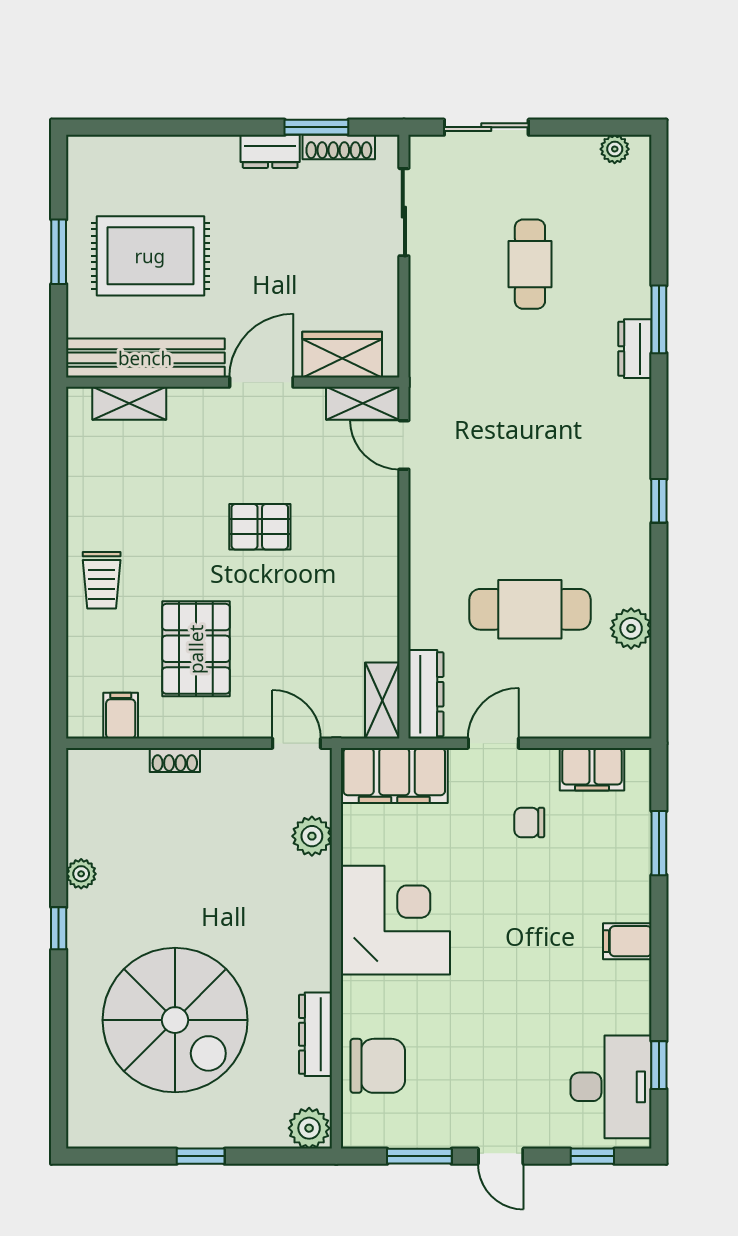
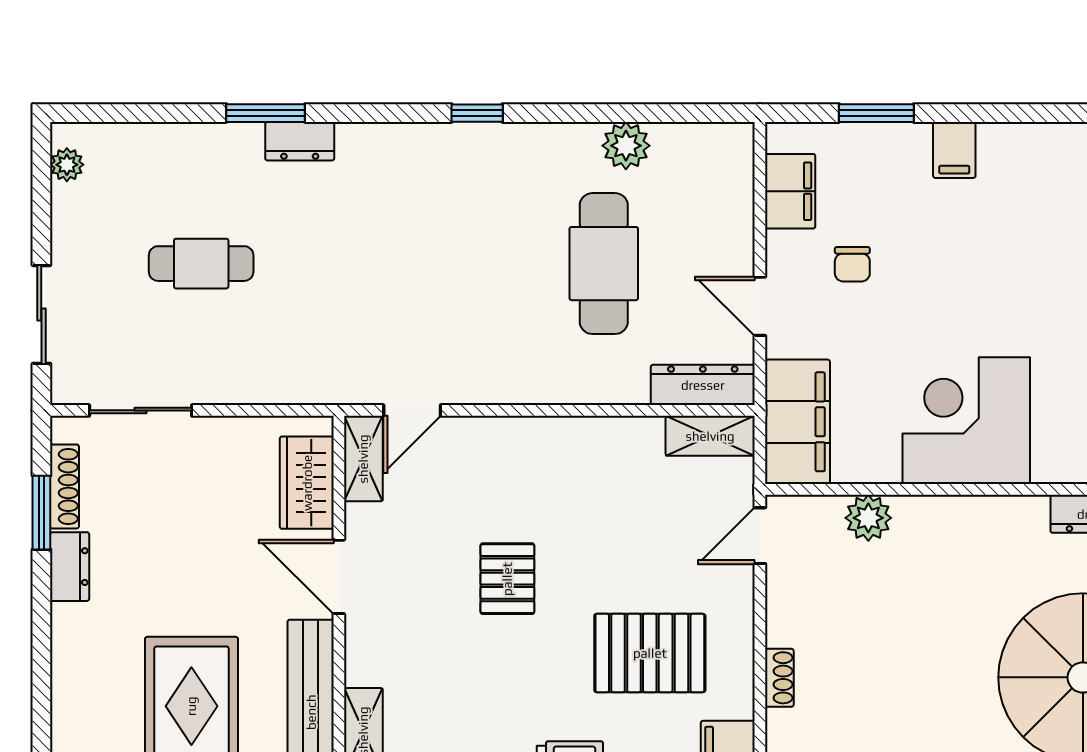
filing cabinet: (627, 941) -> (954, 150), moved

